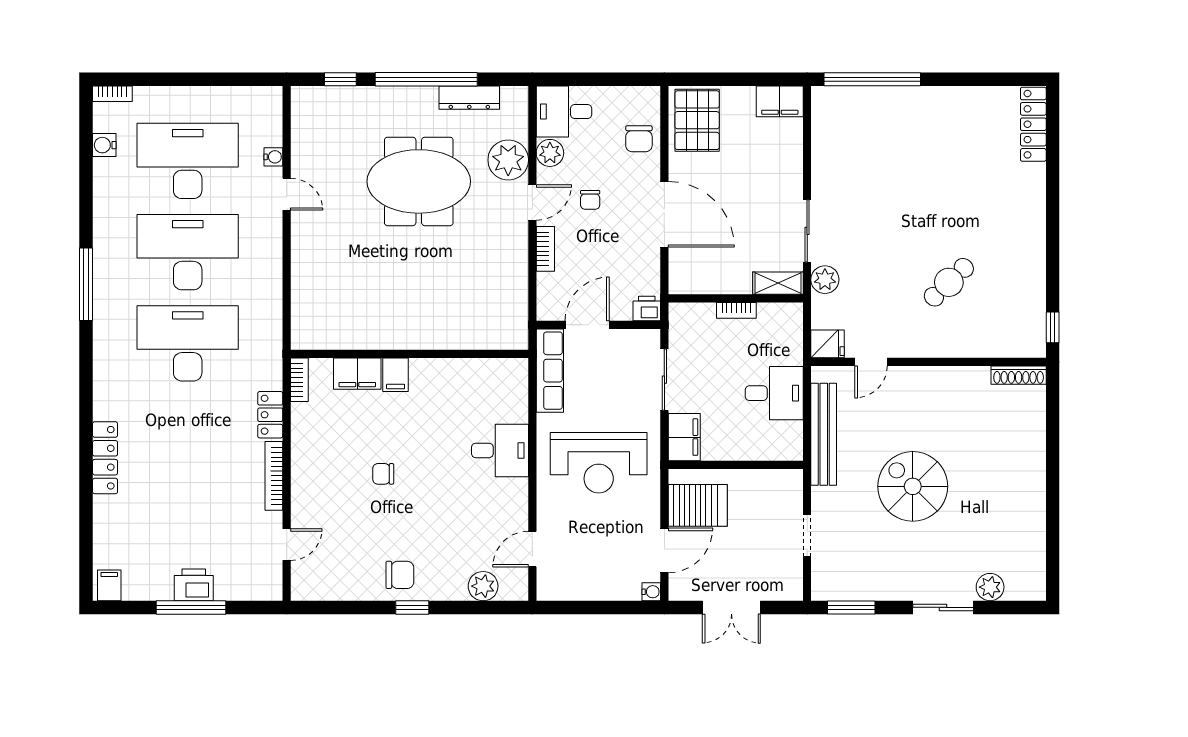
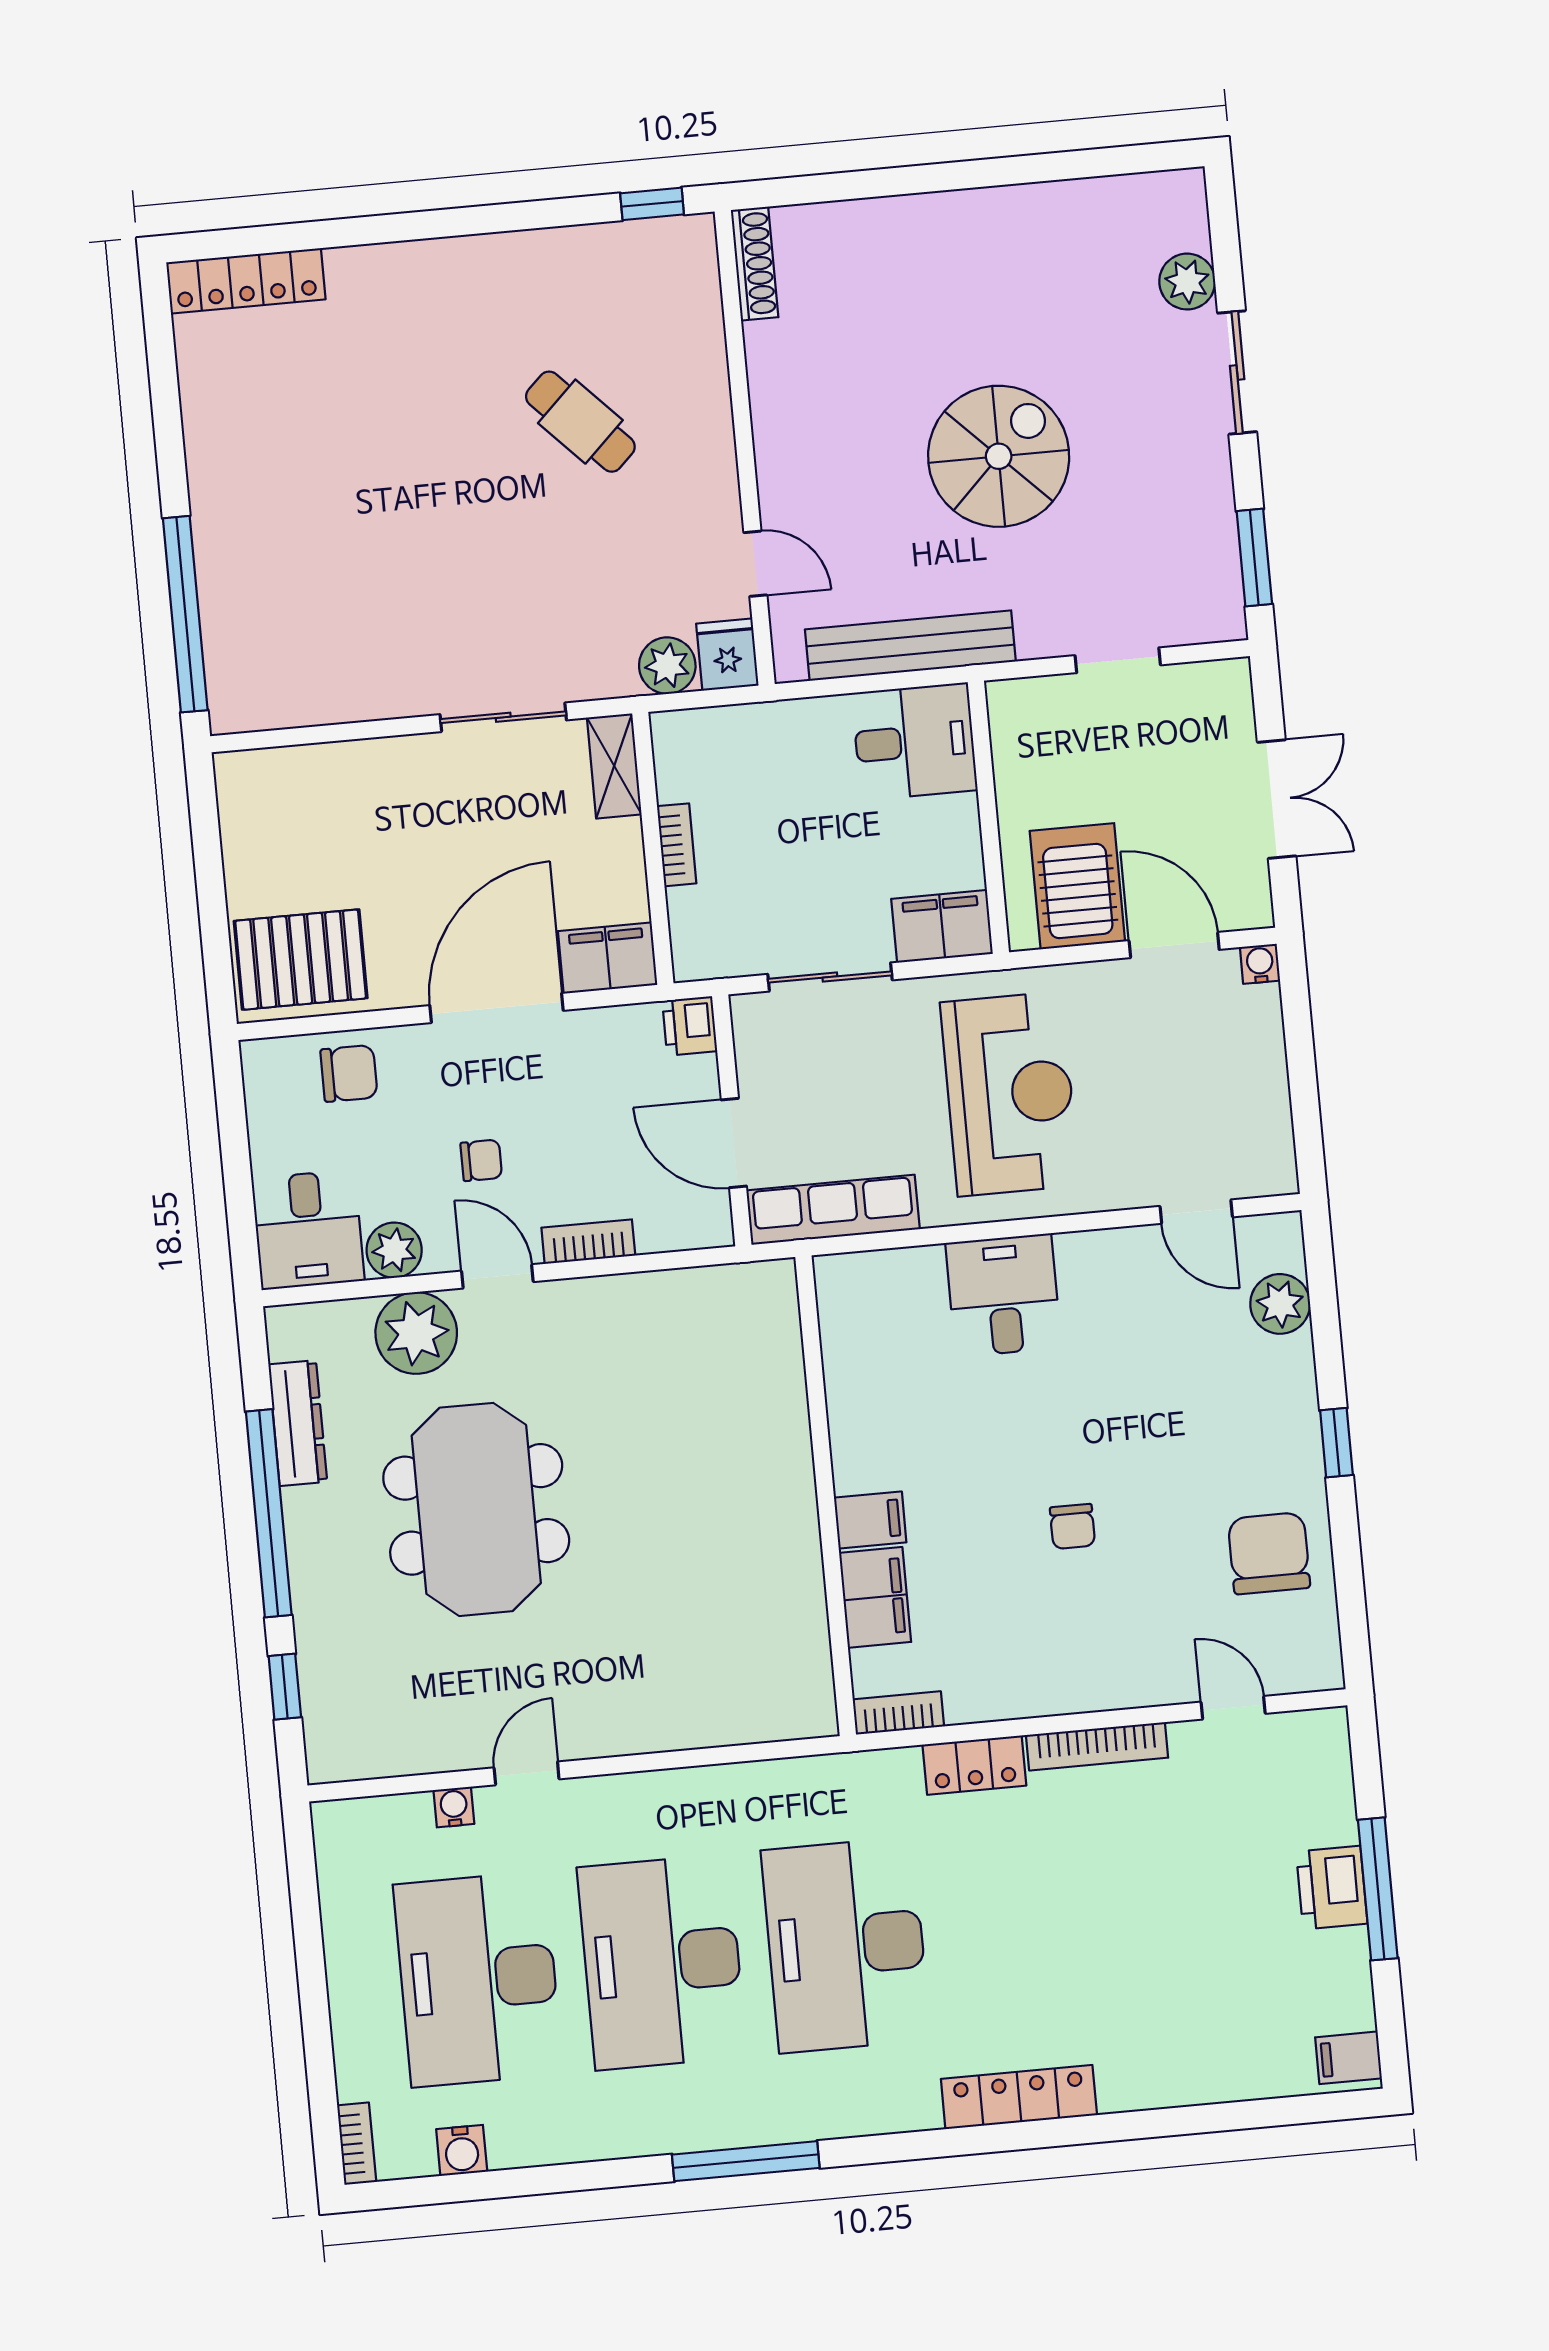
filing cabinet: (780, 101) -> (608, 958), moved, turned -90
plant: (825, 280) -> (667, 666), moved
desk: (774, 393) -> (915, 742), moved, turned 90
locker: (105, 458) -> (1019, 2097), moved
spiral stairs: (913, 486) -> (999, 456), turned 180
chair: (400, 575) -> (1269, 1553), moved, width x1.37, depth x1.37

